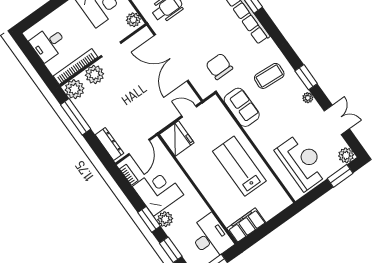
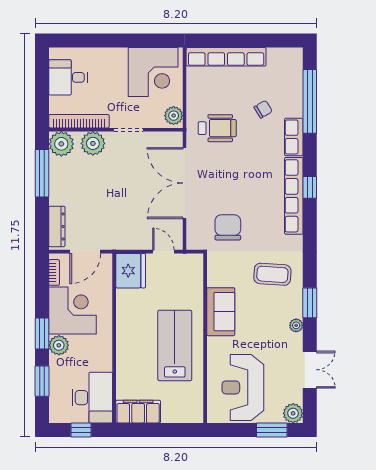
sofa: (242, 107) -> (221, 312), moved
reception desk: (302, 162) -> (243, 387), turned 180

